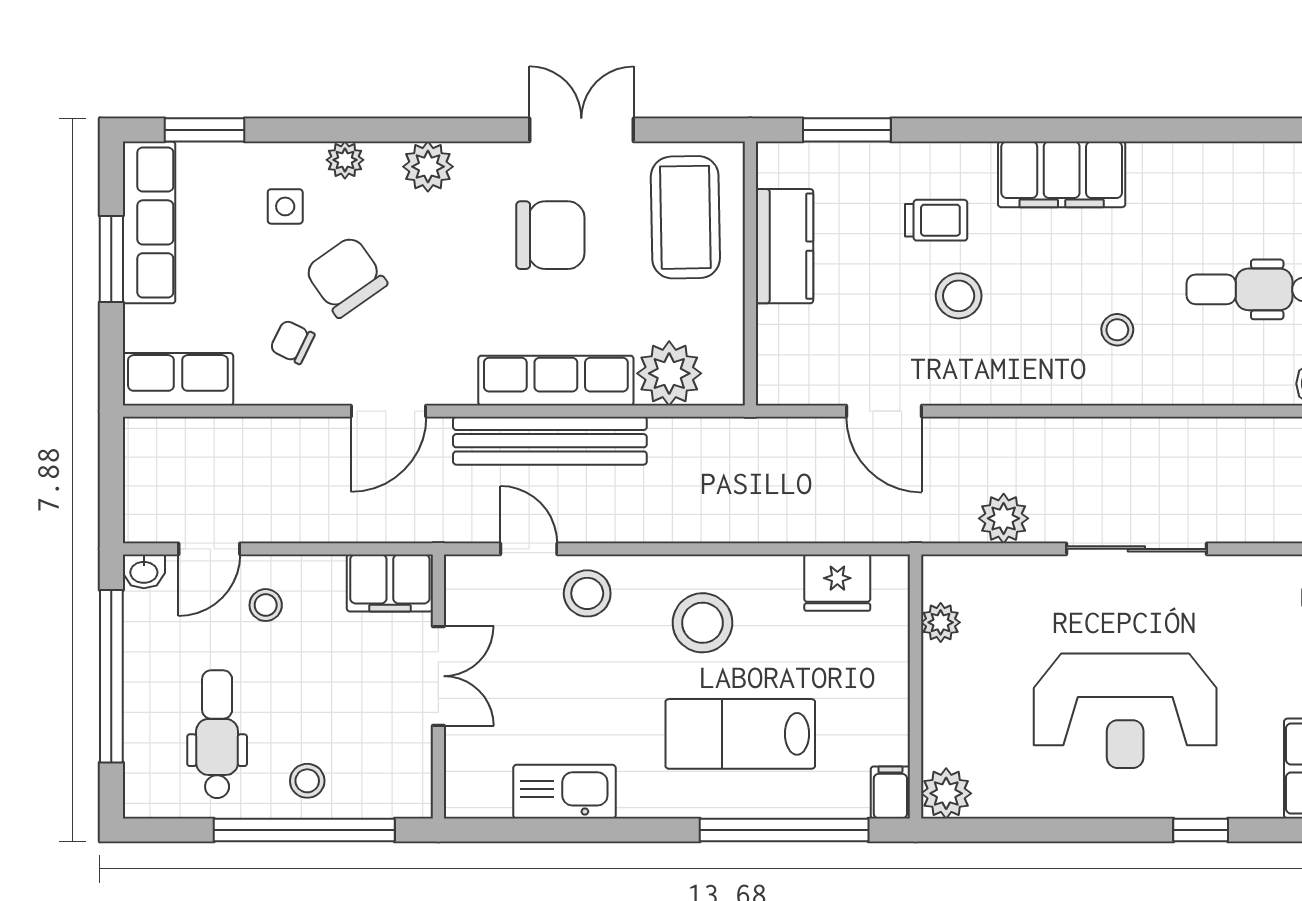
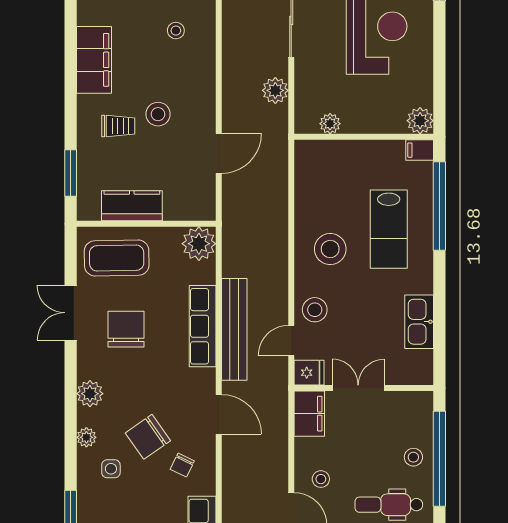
trolley: (936, 220) -> (118, 126), turned 90
plant: (669, 373) -> (199, 244), moved
fridge: (837, 583) -> (309, 373), moved, width x0.72

